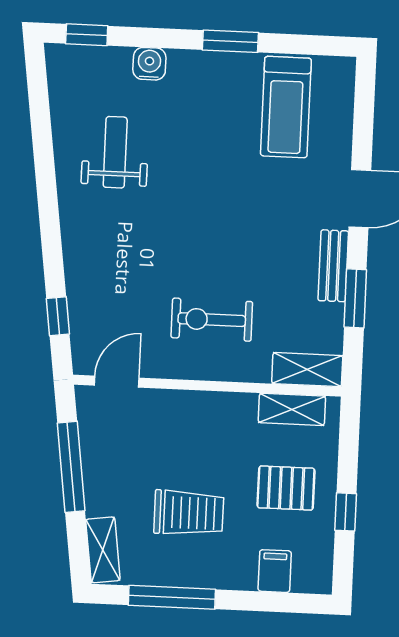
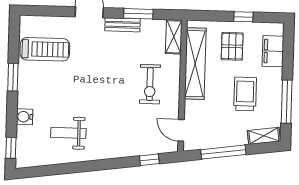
shelving: (292, 409) -> (195, 64), width x2.20, depth x1.33
filing cabinet: (275, 571) -> (273, 51), width x2.00

